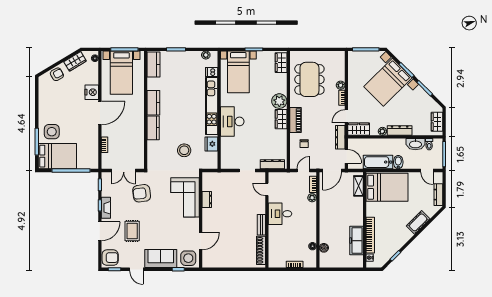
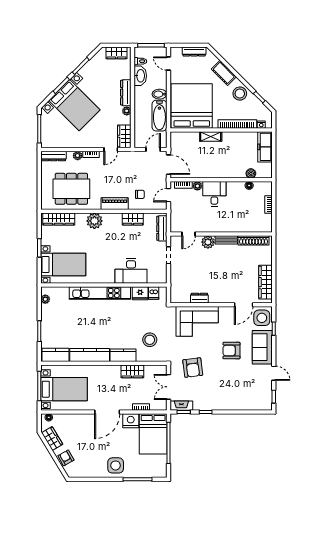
wardrobe: (281, 63) -> (59, 219), width x1.50
dishwasher: (212, 72) -> (154, 293), moved
nightstand: (92, 92) -> (131, 421), moved
kitchen counter: (153, 103) -> (90, 355), width x1.50
door: (100, 113) -> (107, 412), swing flipped
door: (346, 116) -> (111, 149), hinge flipped
wardrobe: (281, 119) -> (133, 219), moved
desk: (232, 121) -> (131, 271), moved
side table: (52, 132) -> (116, 465), moved
wardrobe: (138, 137) -> (132, 371), added
dresser: (340, 137) -> (53, 156), moved
stool: (184, 150) -> (150, 340), moved
bed: (57, 156) -> (153, 434), moved, turned 180
double door: (124, 170) -> (168, 387), swing flipped
door: (303, 170) -> (168, 195), hinge flipped
door: (427, 170) -> (168, 64), swing flipped
shelving: (359, 186) -> (211, 136), moved
bed: (387, 187) -> (192, 106), width x1.36
fireplace: (106, 208) -> (181, 406), moved
plant: (259, 208) -> (208, 242), added
desk: (280, 214) -> (214, 194), moved, turned 180
door: (100, 231) -> (233, 412), removed
rug: (132, 231) -> (233, 378), removed
stool: (399, 237) -> (240, 94), added
door: (201, 241) -> (244, 305), swing flipped
freezer: (356, 241) -> (265, 147), moved, turned 90
armchair: (110, 258) -> (231, 351), moved, turned -90
wardrobe: (222, 262) -> (265, 282), added
door: (136, 269) -> (274, 373), hinge flipped

